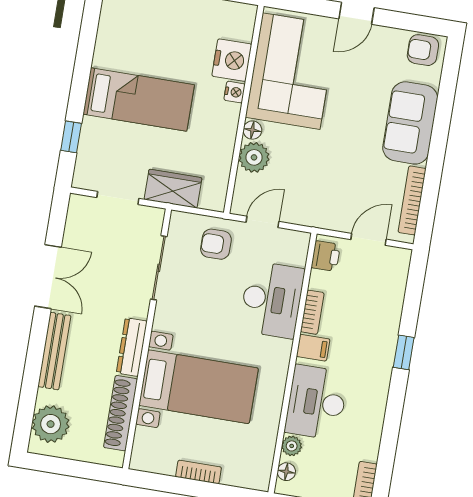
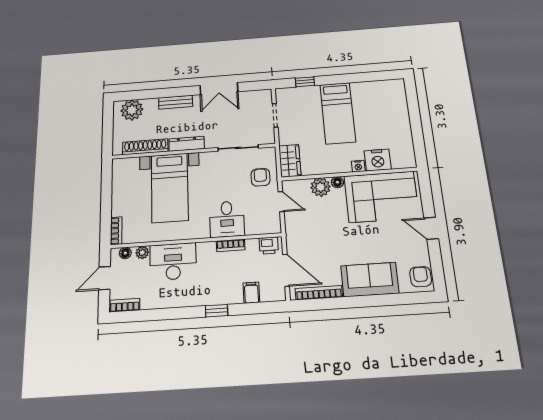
wardrobe: (173, 189) -> (290, 161), moved
door: (369, 239) -> (286, 270), width x1.38
desk: (272, 300) -> (227, 219), width x0.73
filing cabinet: (313, 348) -> (251, 293), moved, turned 180
bench: (54, 351) -> (176, 102), width x0.73
bookcase: (199, 472) -> (116, 231), moved

